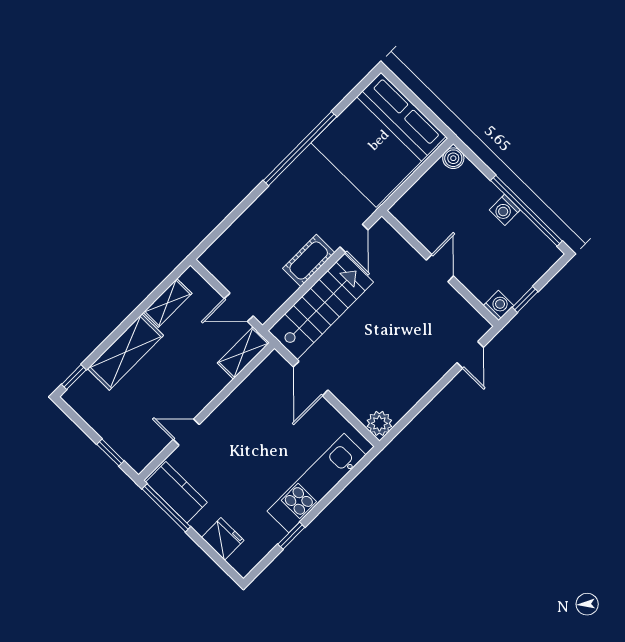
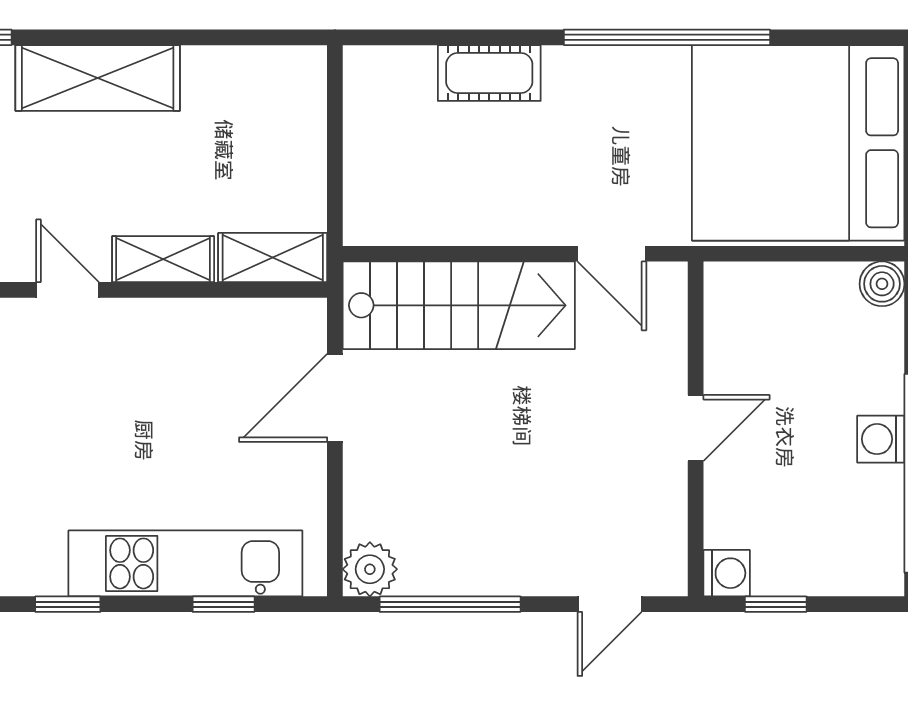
door: (354, 238) -> (612, 254), hinge flipped
cot: (309, 260) -> (489, 73), moved
shelving: (168, 303) -> (163, 259), moved
door: (239, 307) -> (335, 182), removed
window: (418, 408) -> (450, 604), added
window: (343, 484) -> (224, 604), added

